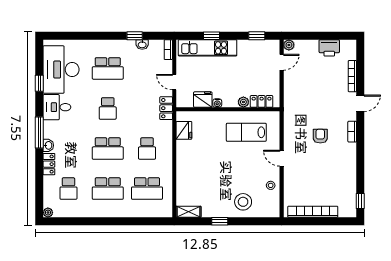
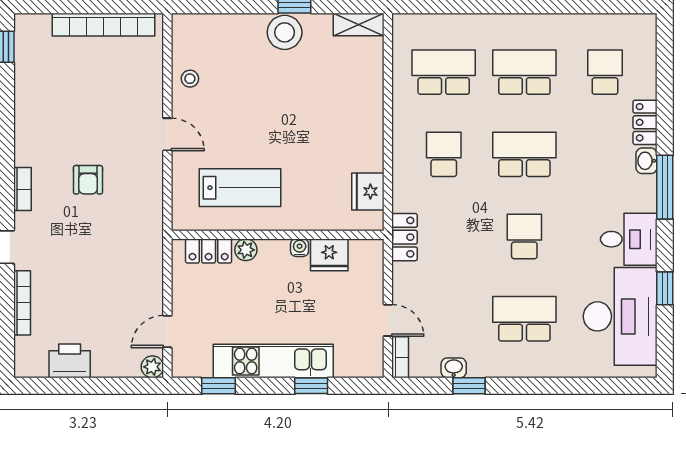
kitchen unit: (208, 48) -> (273, 361), moved
door: (174, 82) -> (388, 320), moved
stool: (243, 202) -> (285, 32), moved
plant: (48, 213) -> (647, 23), removed

